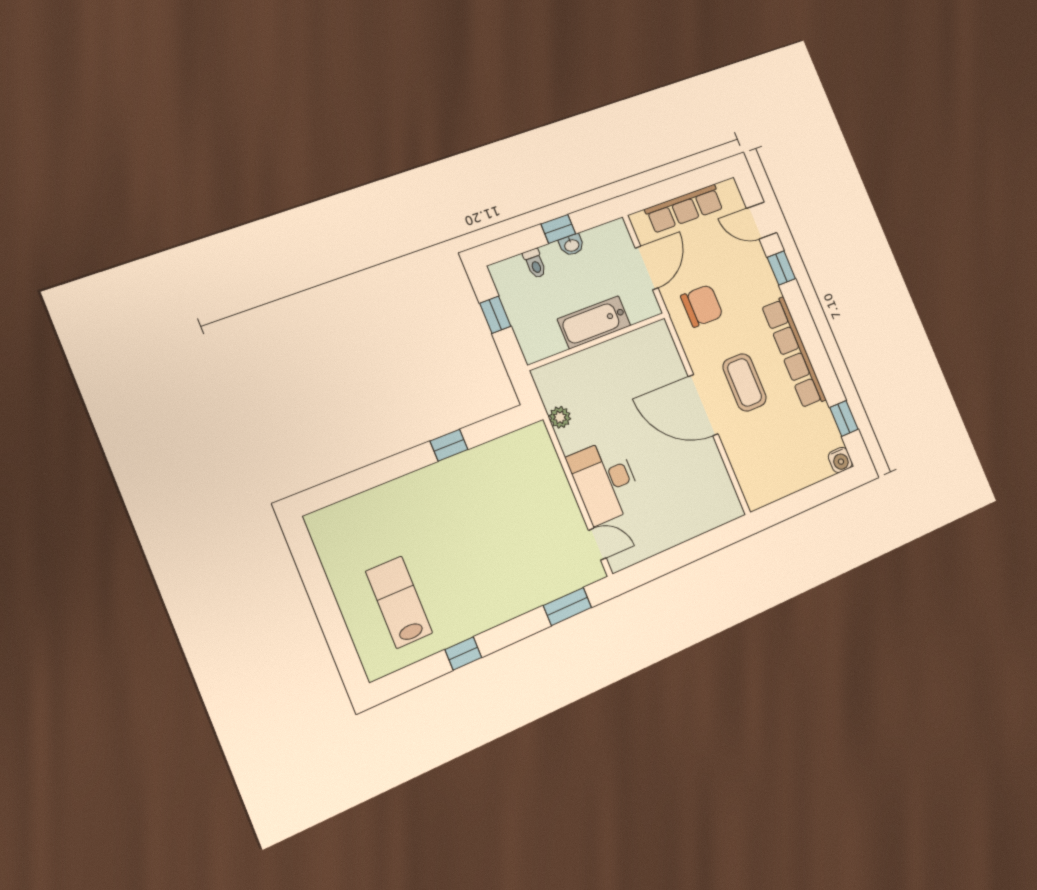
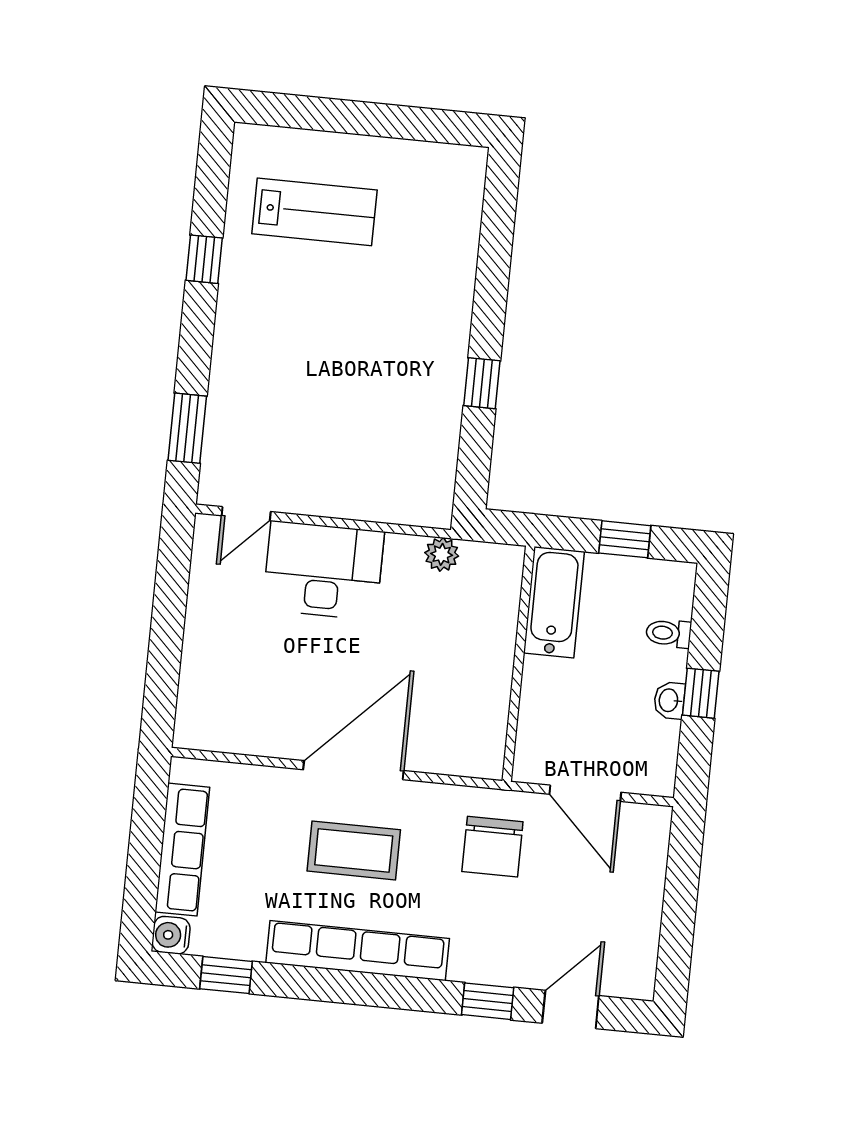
row of seats: (684, 209) -> (182, 850), moved, turned 180
bathtub: (594, 322) -> (554, 602), moved

